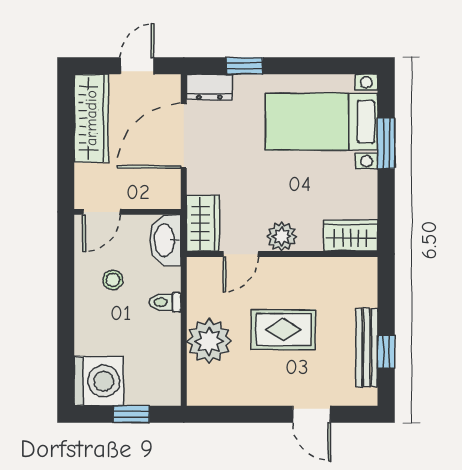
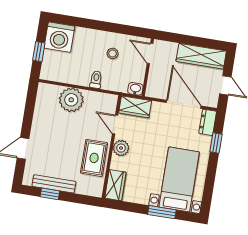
washbasin: (165, 240) -> (135, 89), width x0.52, depth x0.69
rug: (283, 330) -> (94, 158), moved

